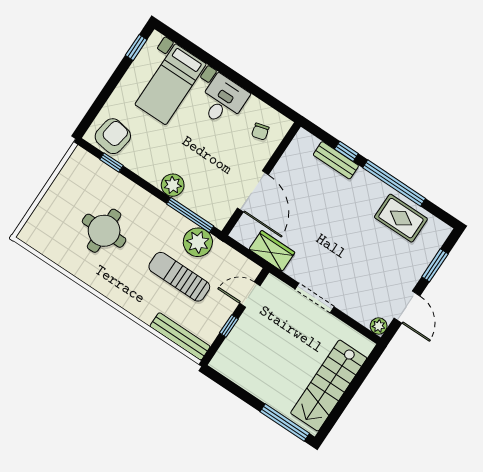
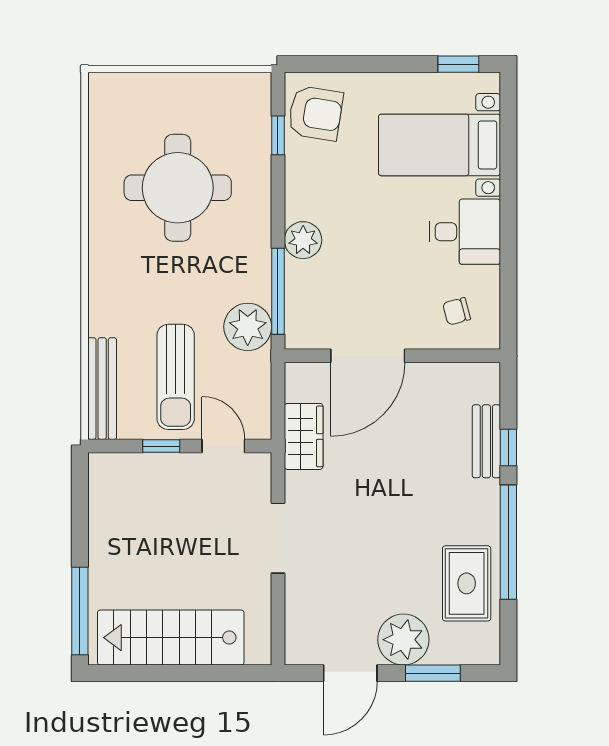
round table: (104, 231) -> (178, 188), width x1.36, depth x1.36
sun lounger: (179, 277) -> (176, 377), moved, turned 180
plant: (379, 326) -> (403, 640), moved, width x1.87, depth x1.87

